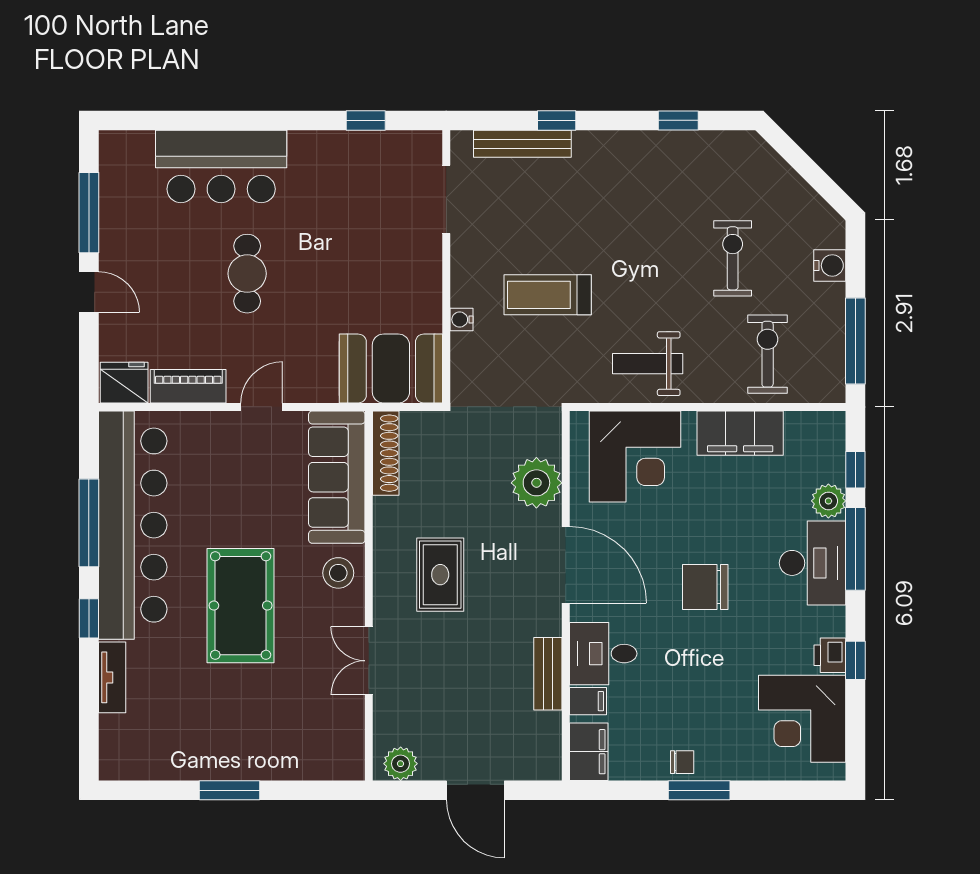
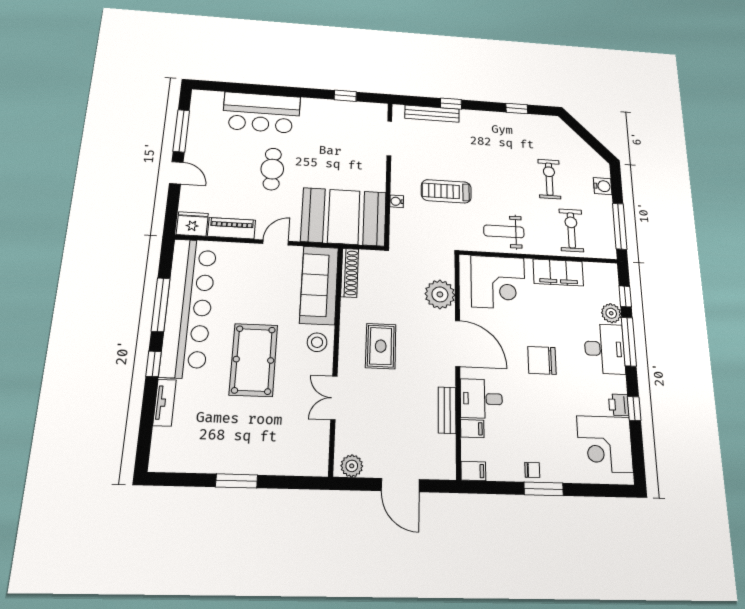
booth: (391, 368) -> (344, 217), width x1.36, depth x1.42
filing cabinet: (589, 752) -> (473, 471), width x0.50

